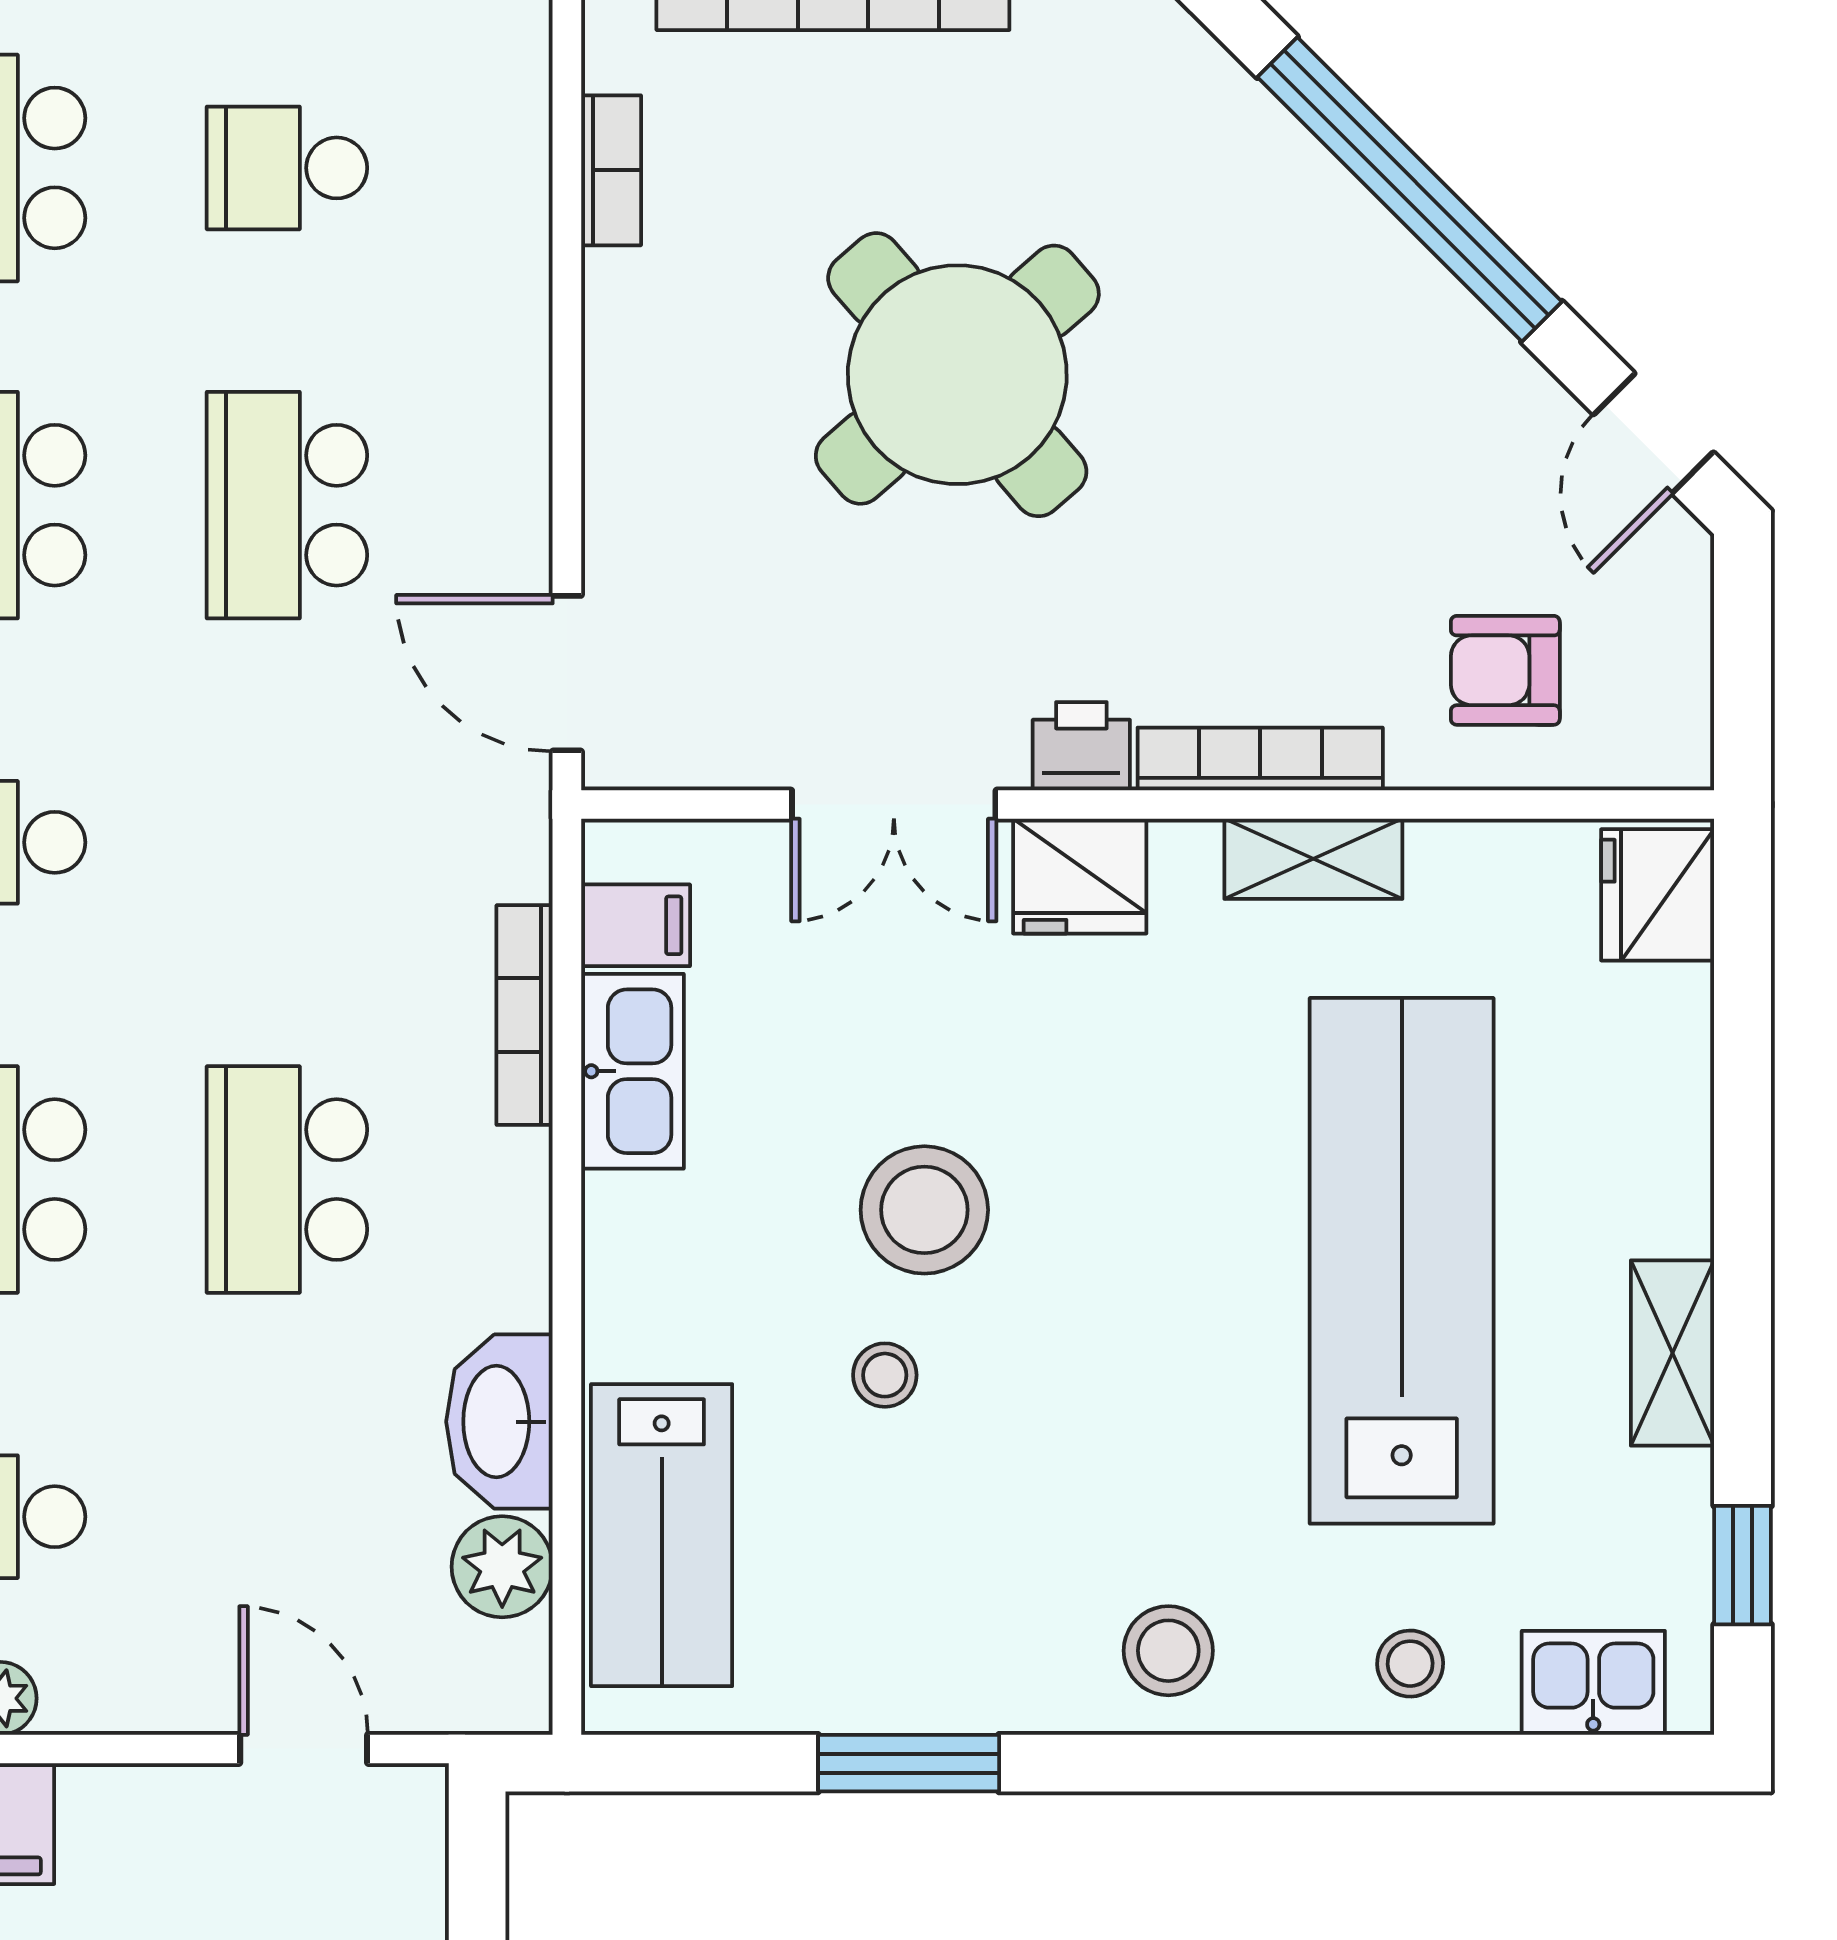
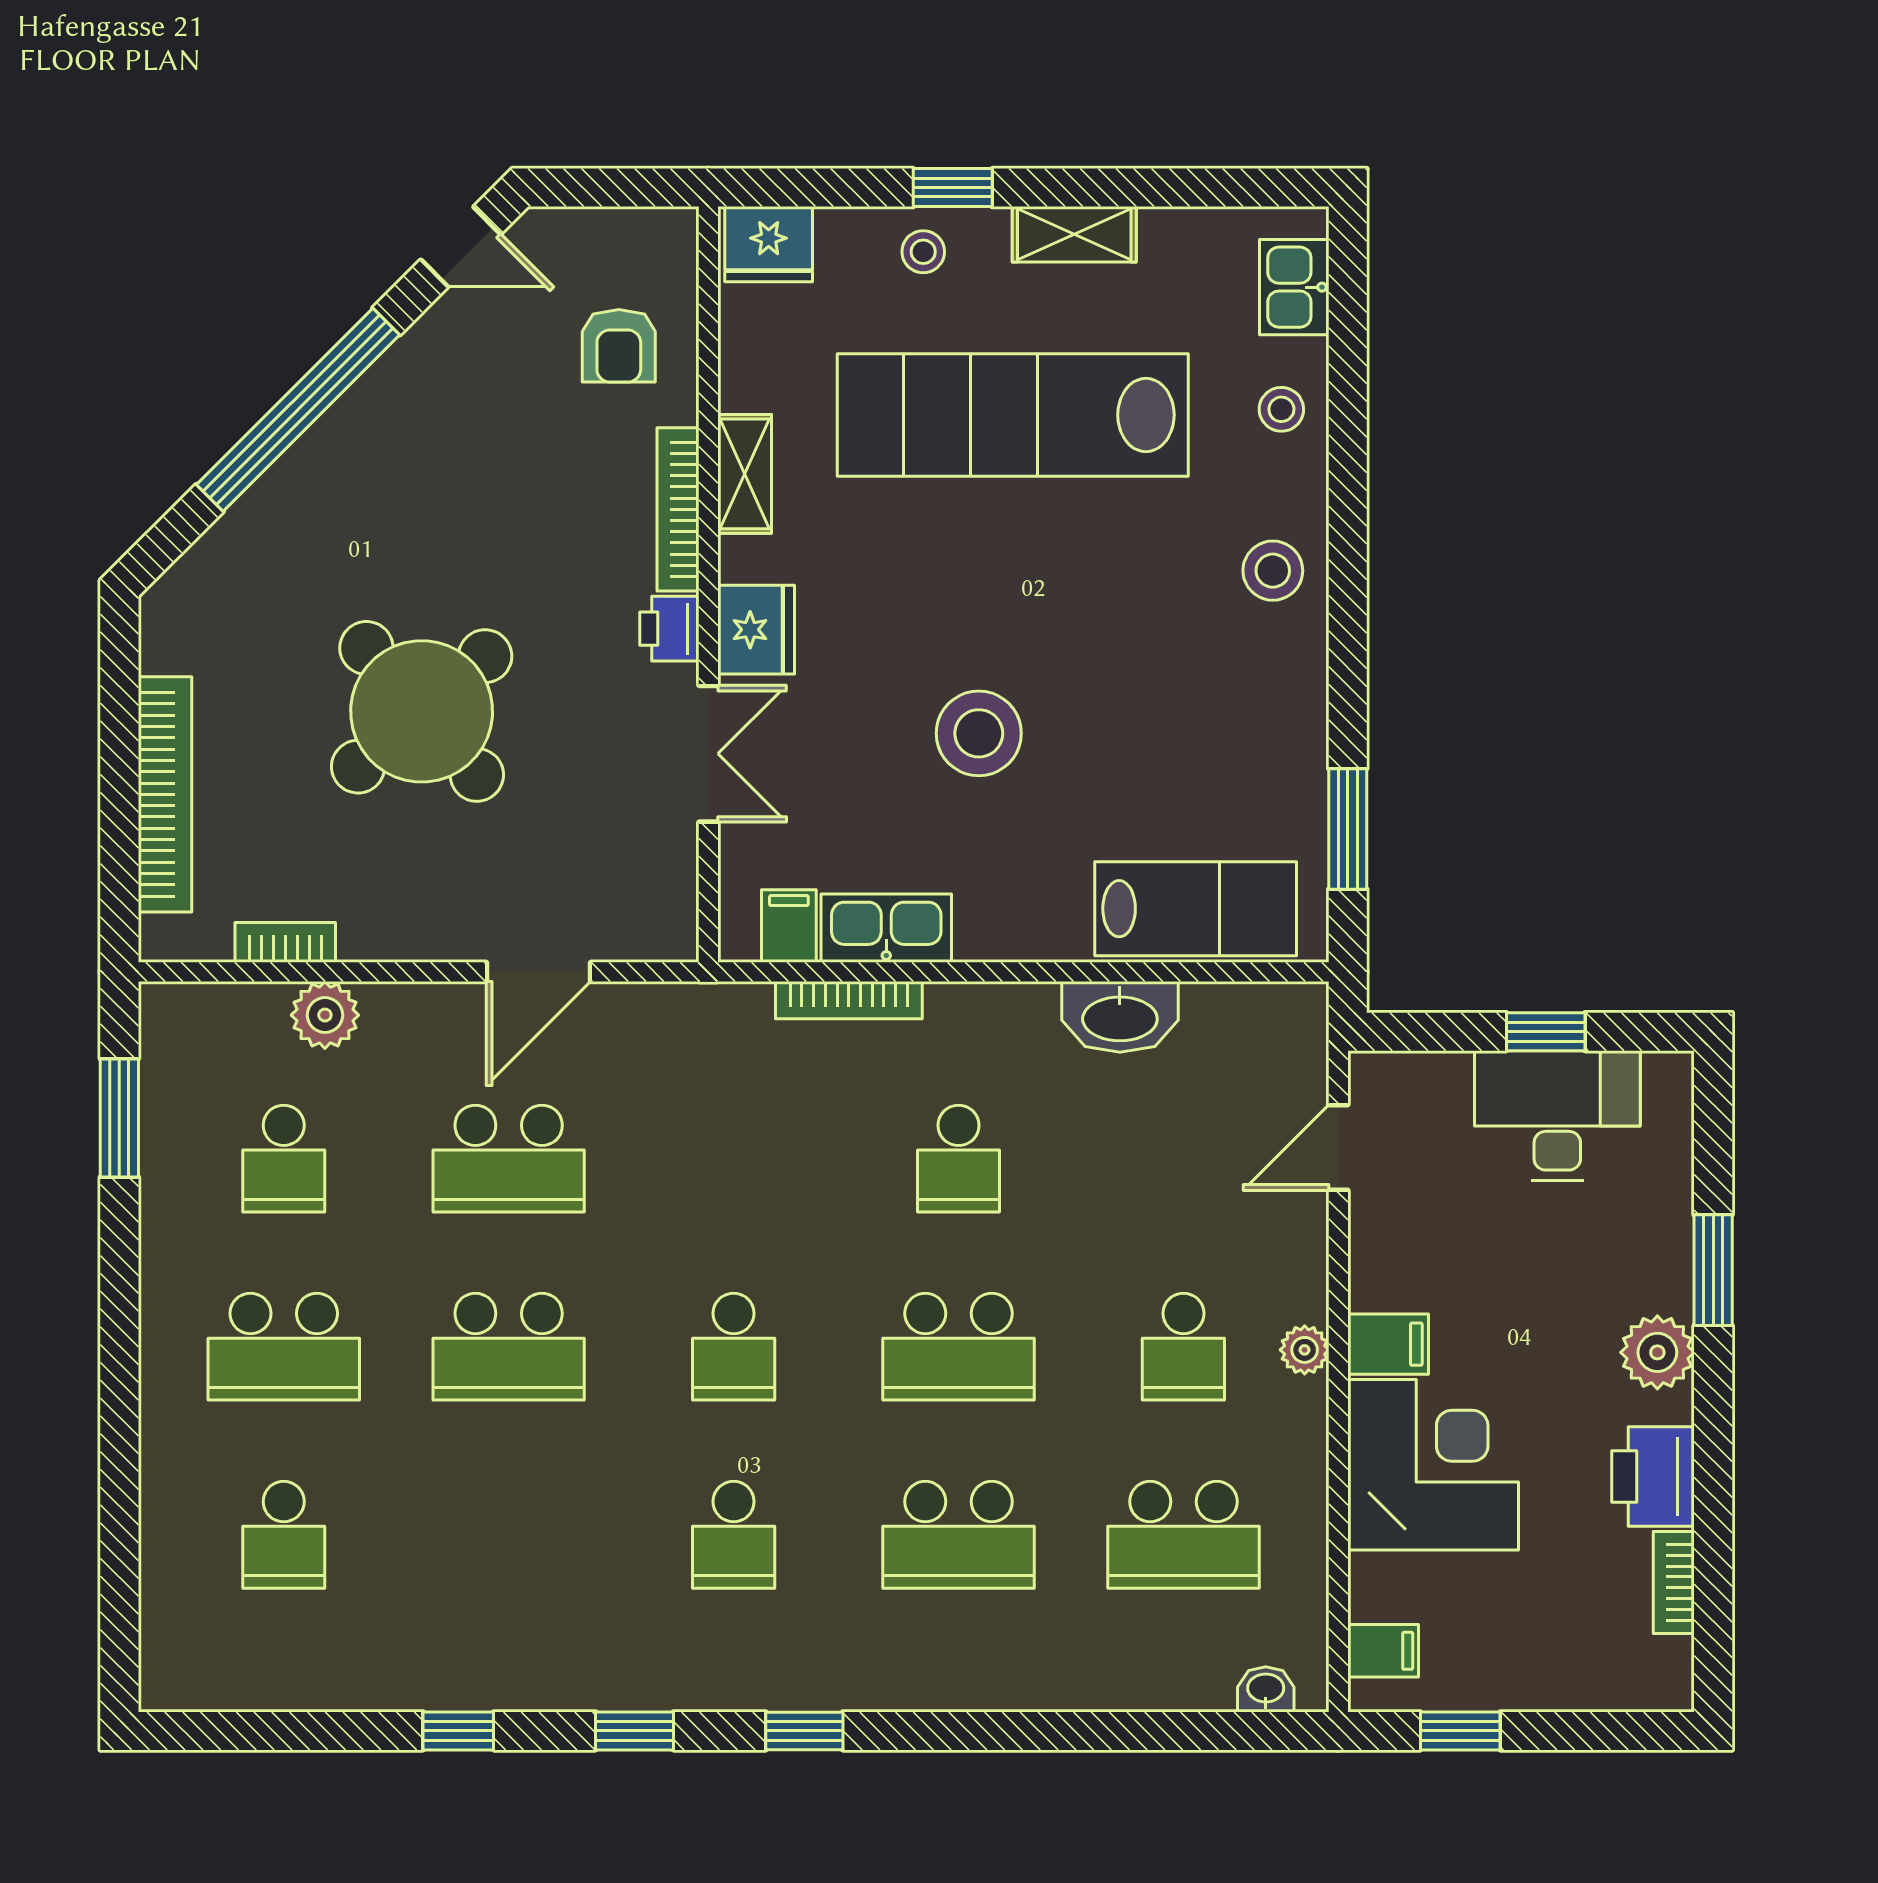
door: (567, 673) -> (538, 972), moved
school desk: (287, 1180) -> (959, 1159), width x0.54
stool: (885, 1375) -> (923, 252), moved
window: (1743, 1565) -> (953, 188), moved
plant: (502, 1567) -> (325, 1015), moved
window: (909, 1763) -> (1348, 829), moved

